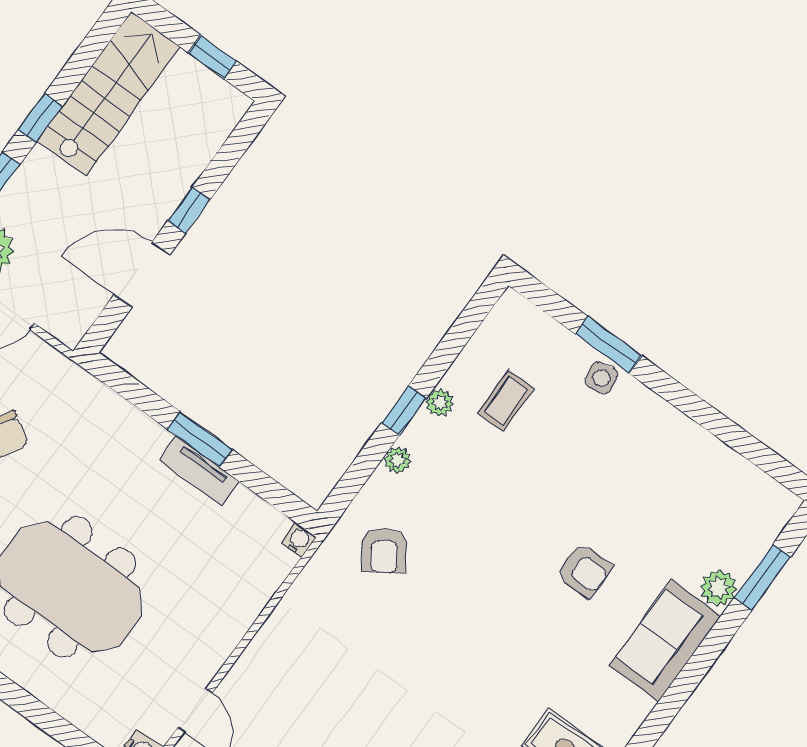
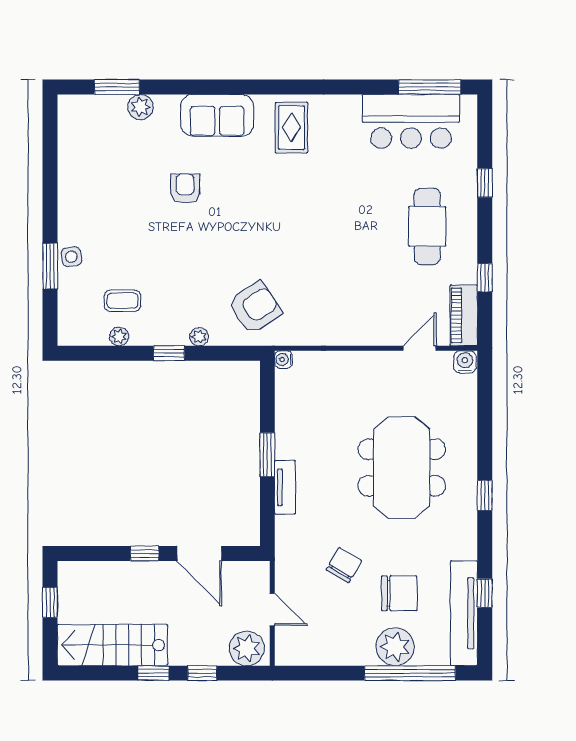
plant: (440, 403) -> (119, 336), moved
tv unit: (199, 471) -> (285, 487), moved
armchair: (384, 551) -> (255, 308), width x1.38, depth x1.38
sofa: (665, 641) -> (217, 115), moved

